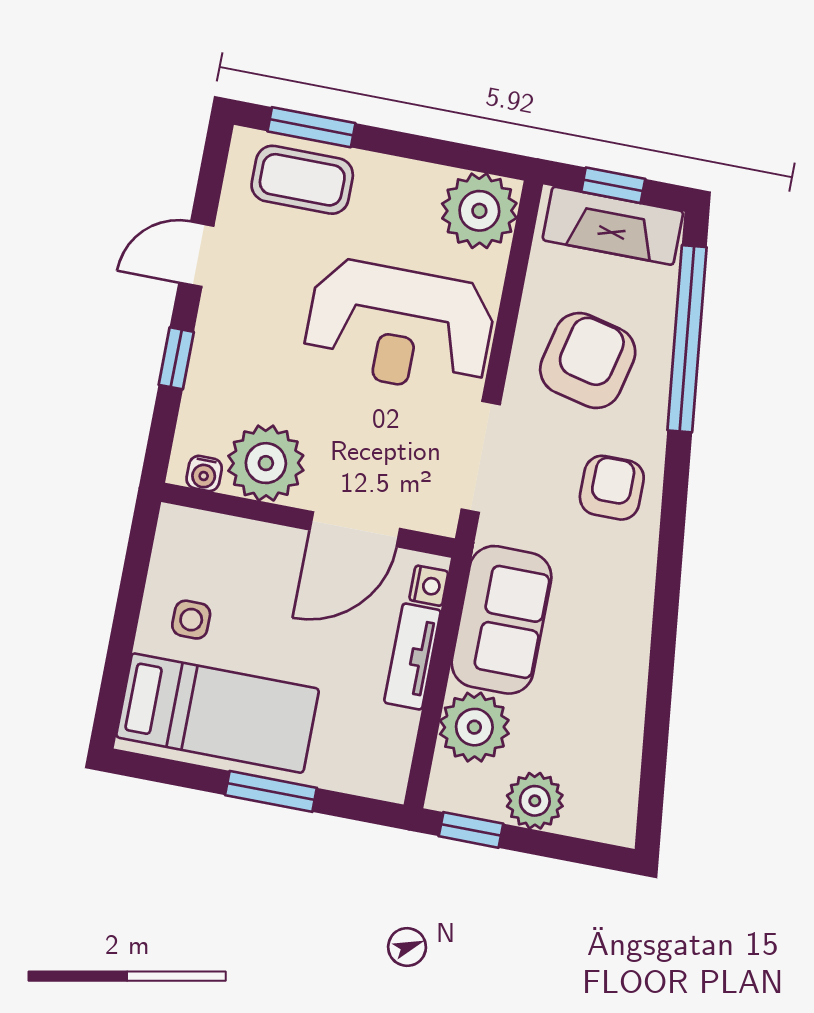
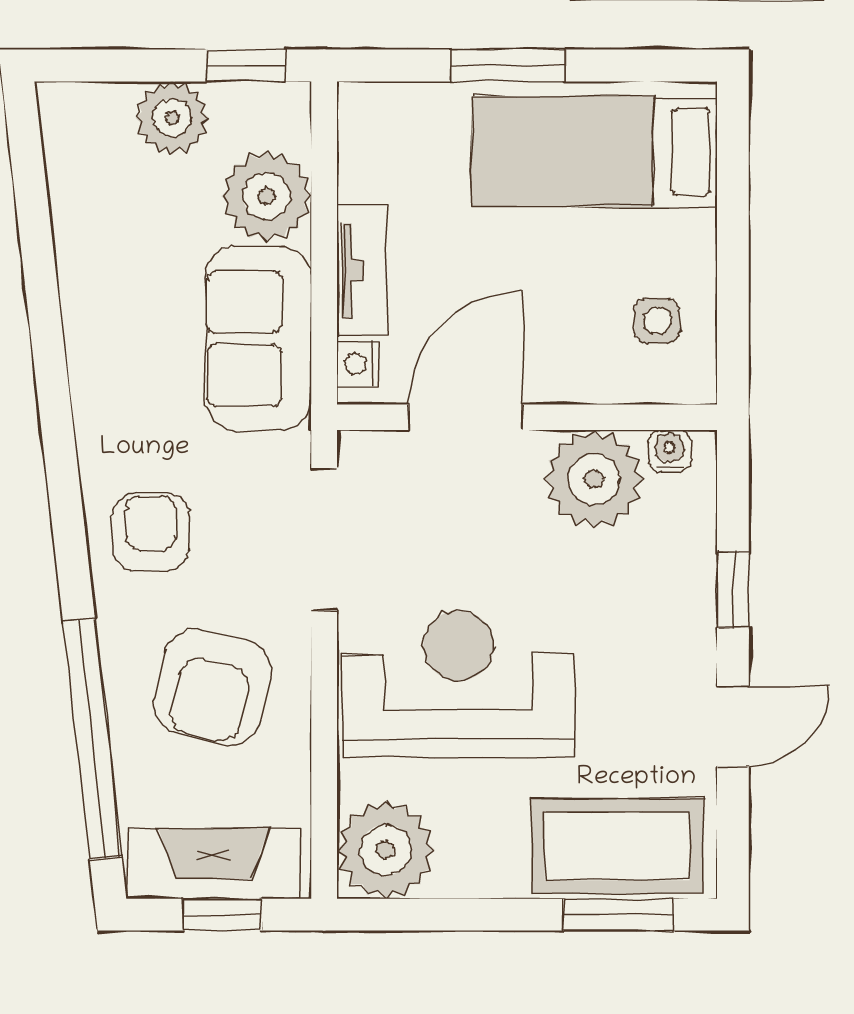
coffee table: (302, 180) -> (617, 846), width x1.36, depth x1.32
armchair: (612, 488) -> (151, 532), turned 180
side table: (191, 620) -> (657, 321), moved

